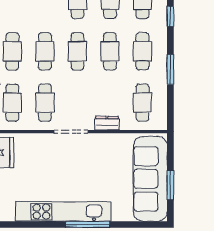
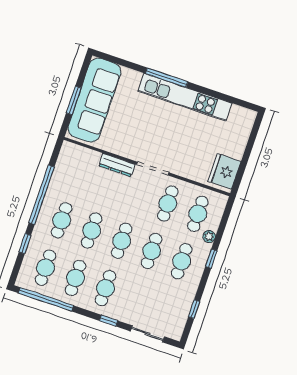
window: (170, 69) -> (42, 195), width x2.11
cafe table: (142, 103) -> (78, 173), removed
dresser: (107, 123) -> (117, 165), width x1.44
window: (170, 185) -> (74, 100), moved

